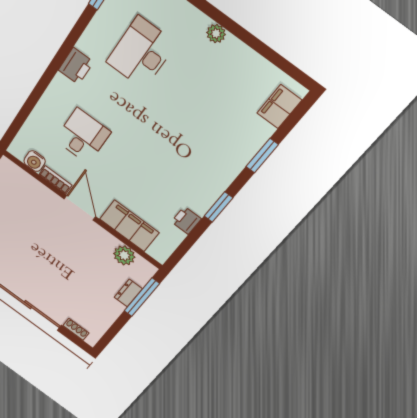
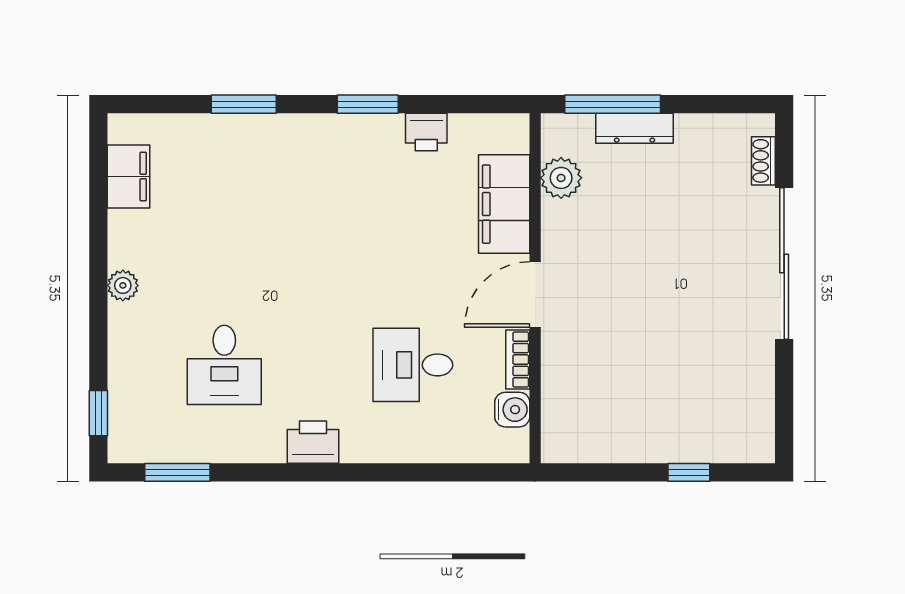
desk: (141, 53) -> (224, 365), width x0.73
filing cabinet: (279, 107) -> (128, 177), moved, turned -90
dresser: (128, 293) -> (634, 128), width x1.44

